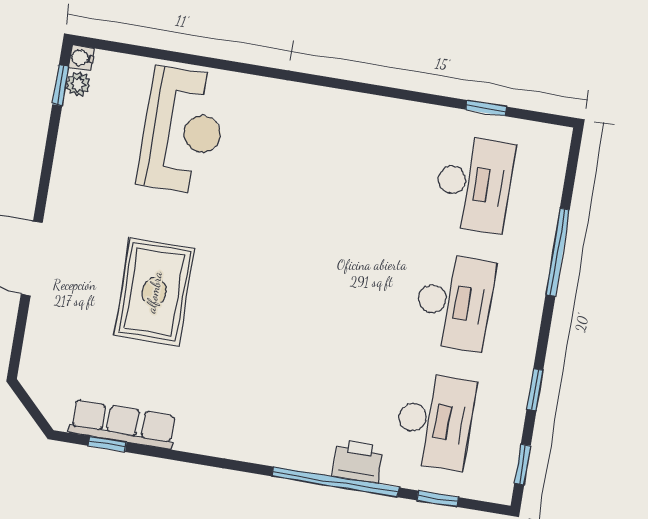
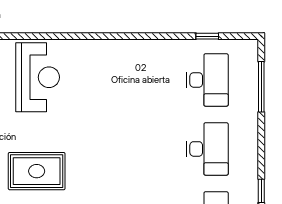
window: (558, 252) -> (261, 87), moved
rug: (154, 292) -> (37, 171), turned 90

